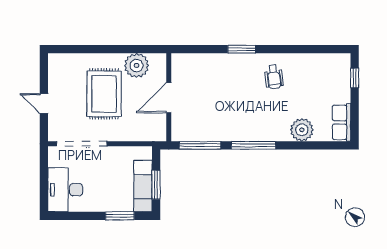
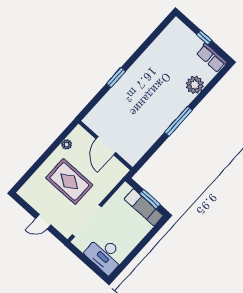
plant: (137, 65) -> (67, 144), width x0.53, depth x0.53
wheelchair: (274, 77) -> (149, 73), removed
window: (355, 78) -> (204, 37), moved
window: (200, 145) -> (150, 153), removed
window: (120, 216) -> (149, 237), removed

